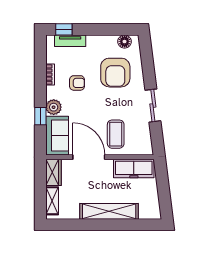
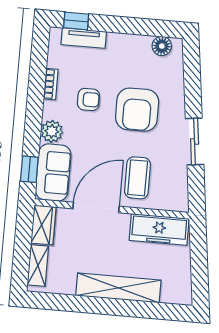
armchair: (115, 73) -> (137, 110), moved
window: (40, 116) -> (29, 169), moved
door: (89, 157) -> (96, 207), hinge flipped

